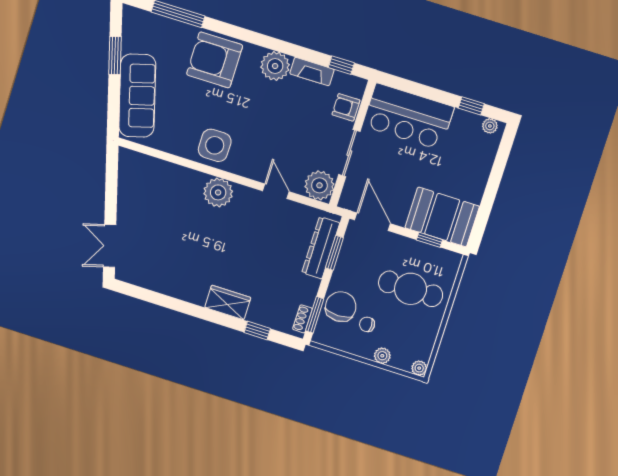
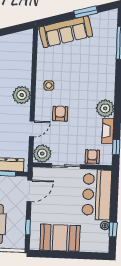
armchair: (215, 60) -> (60, 114), moved, width x0.53, depth x0.53
plant: (490, 126) -> (105, 225), moved
side table: (215, 145) -> (49, 85), width x0.54, depth x0.54
booth: (442, 217) -> (60, 238), moved, turned 90

